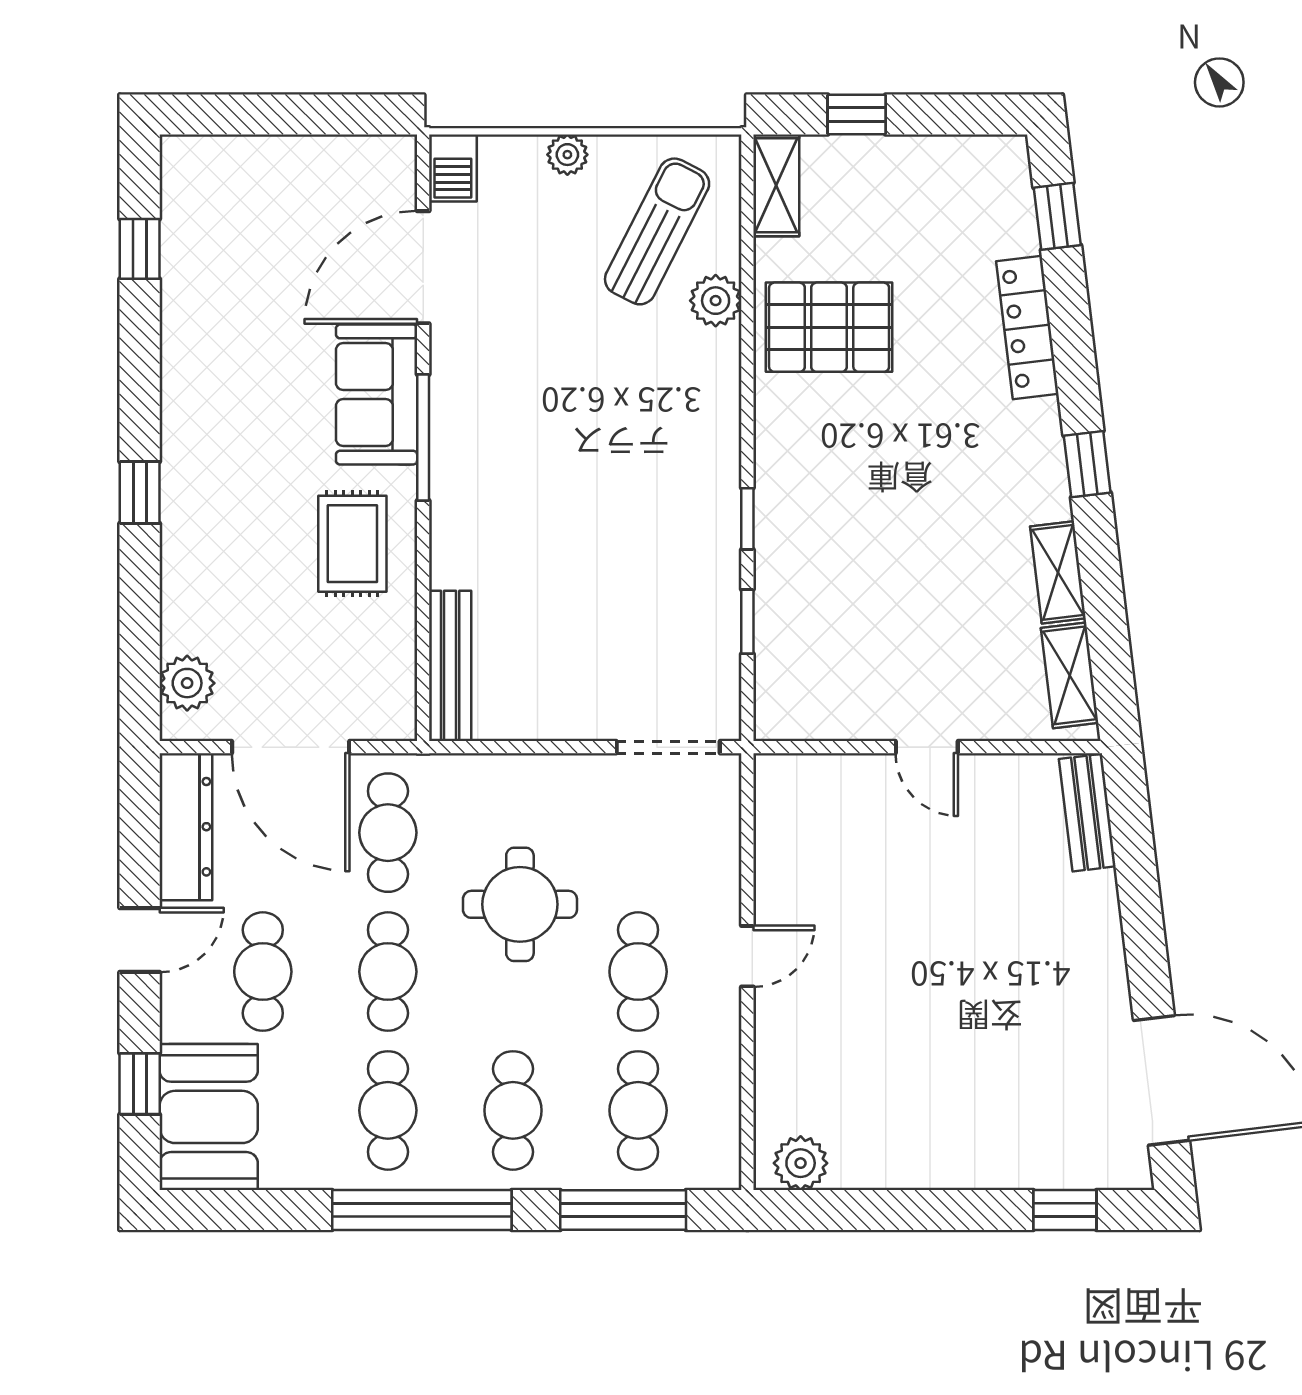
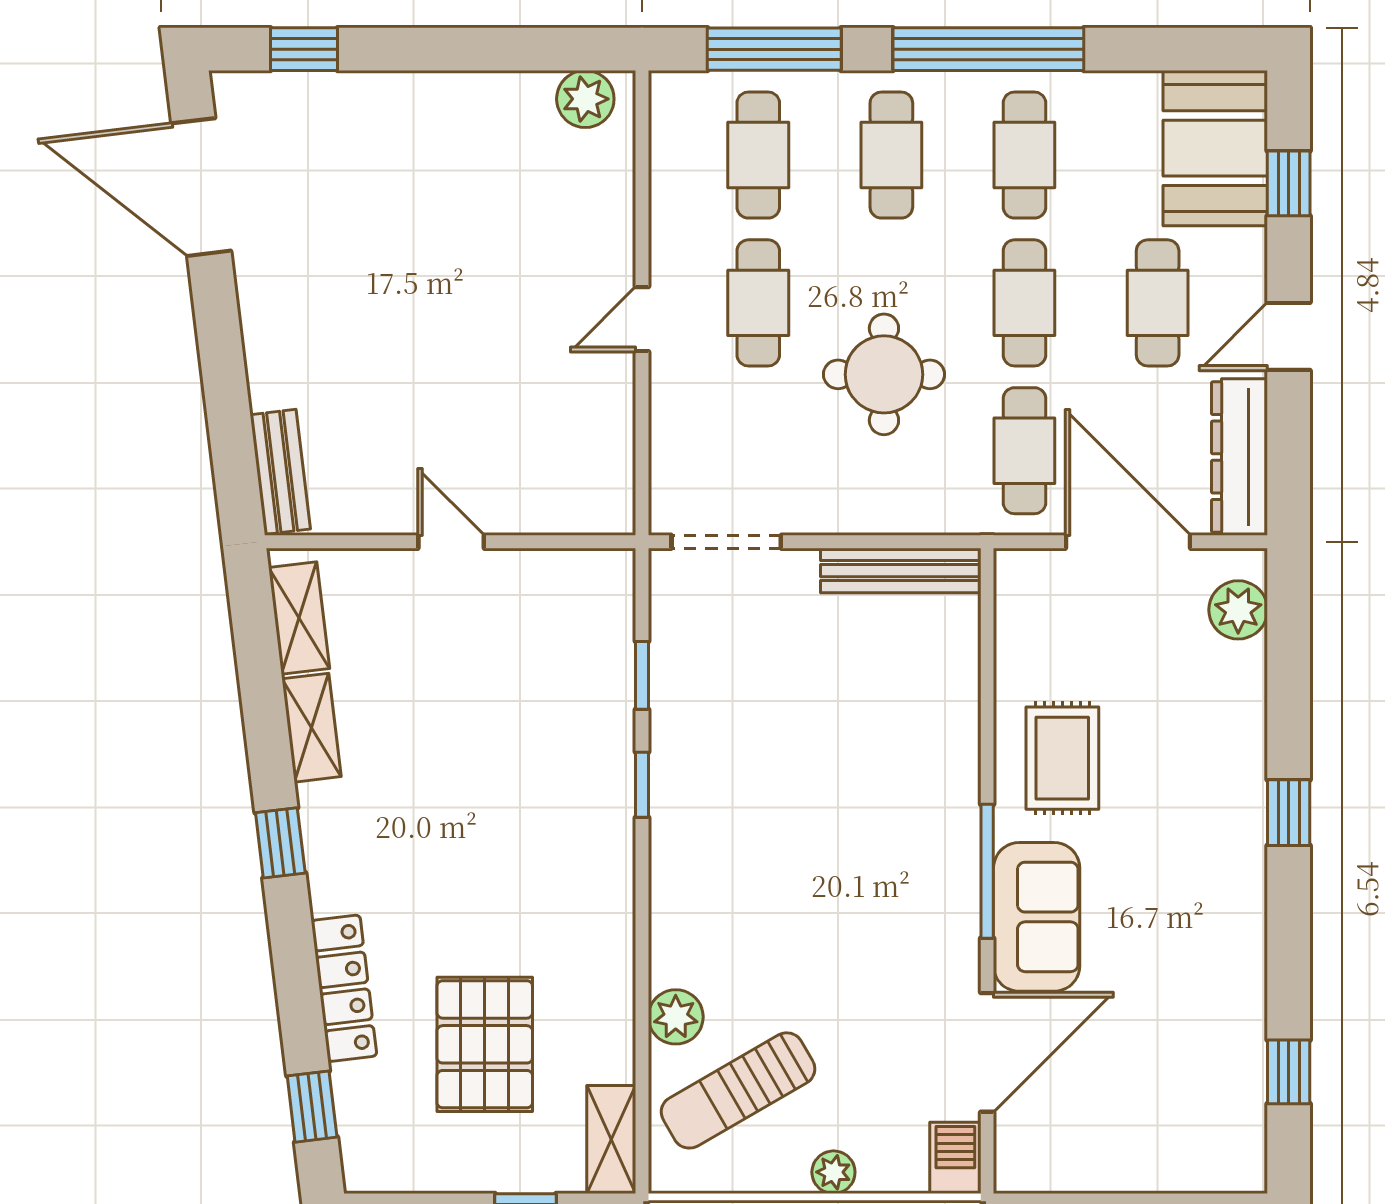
sun lounger: (657, 231) -> (738, 1090), turned 33
pallet: (829, 327) -> (485, 1044), moved, turned 90
bench: (450, 666) -> (901, 571), moved, turned 90

